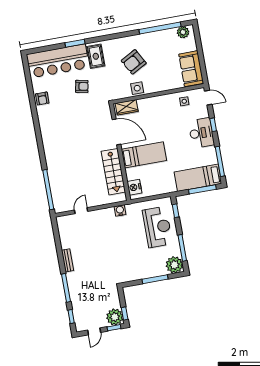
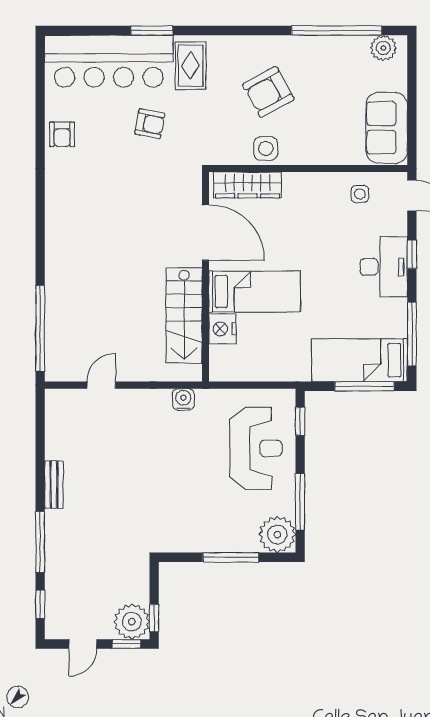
wardrobe: (127, 107) -> (248, 185), width x1.50
nightstand: (134, 187) -> (222, 329), moved

